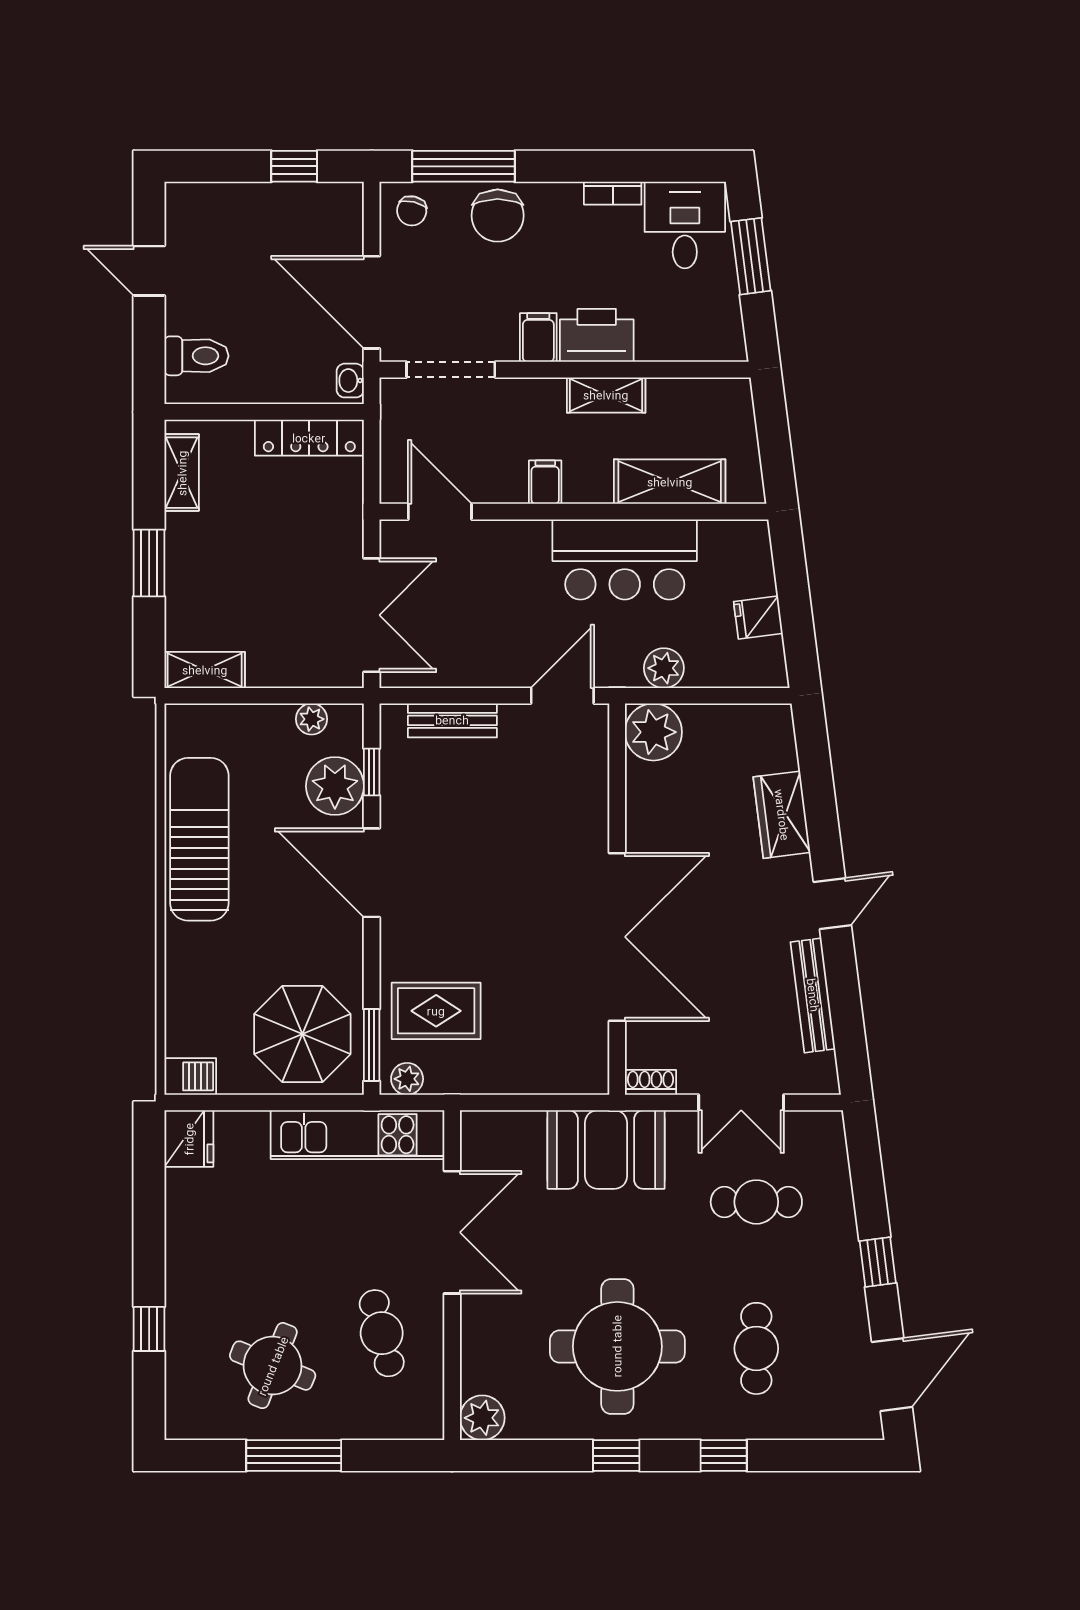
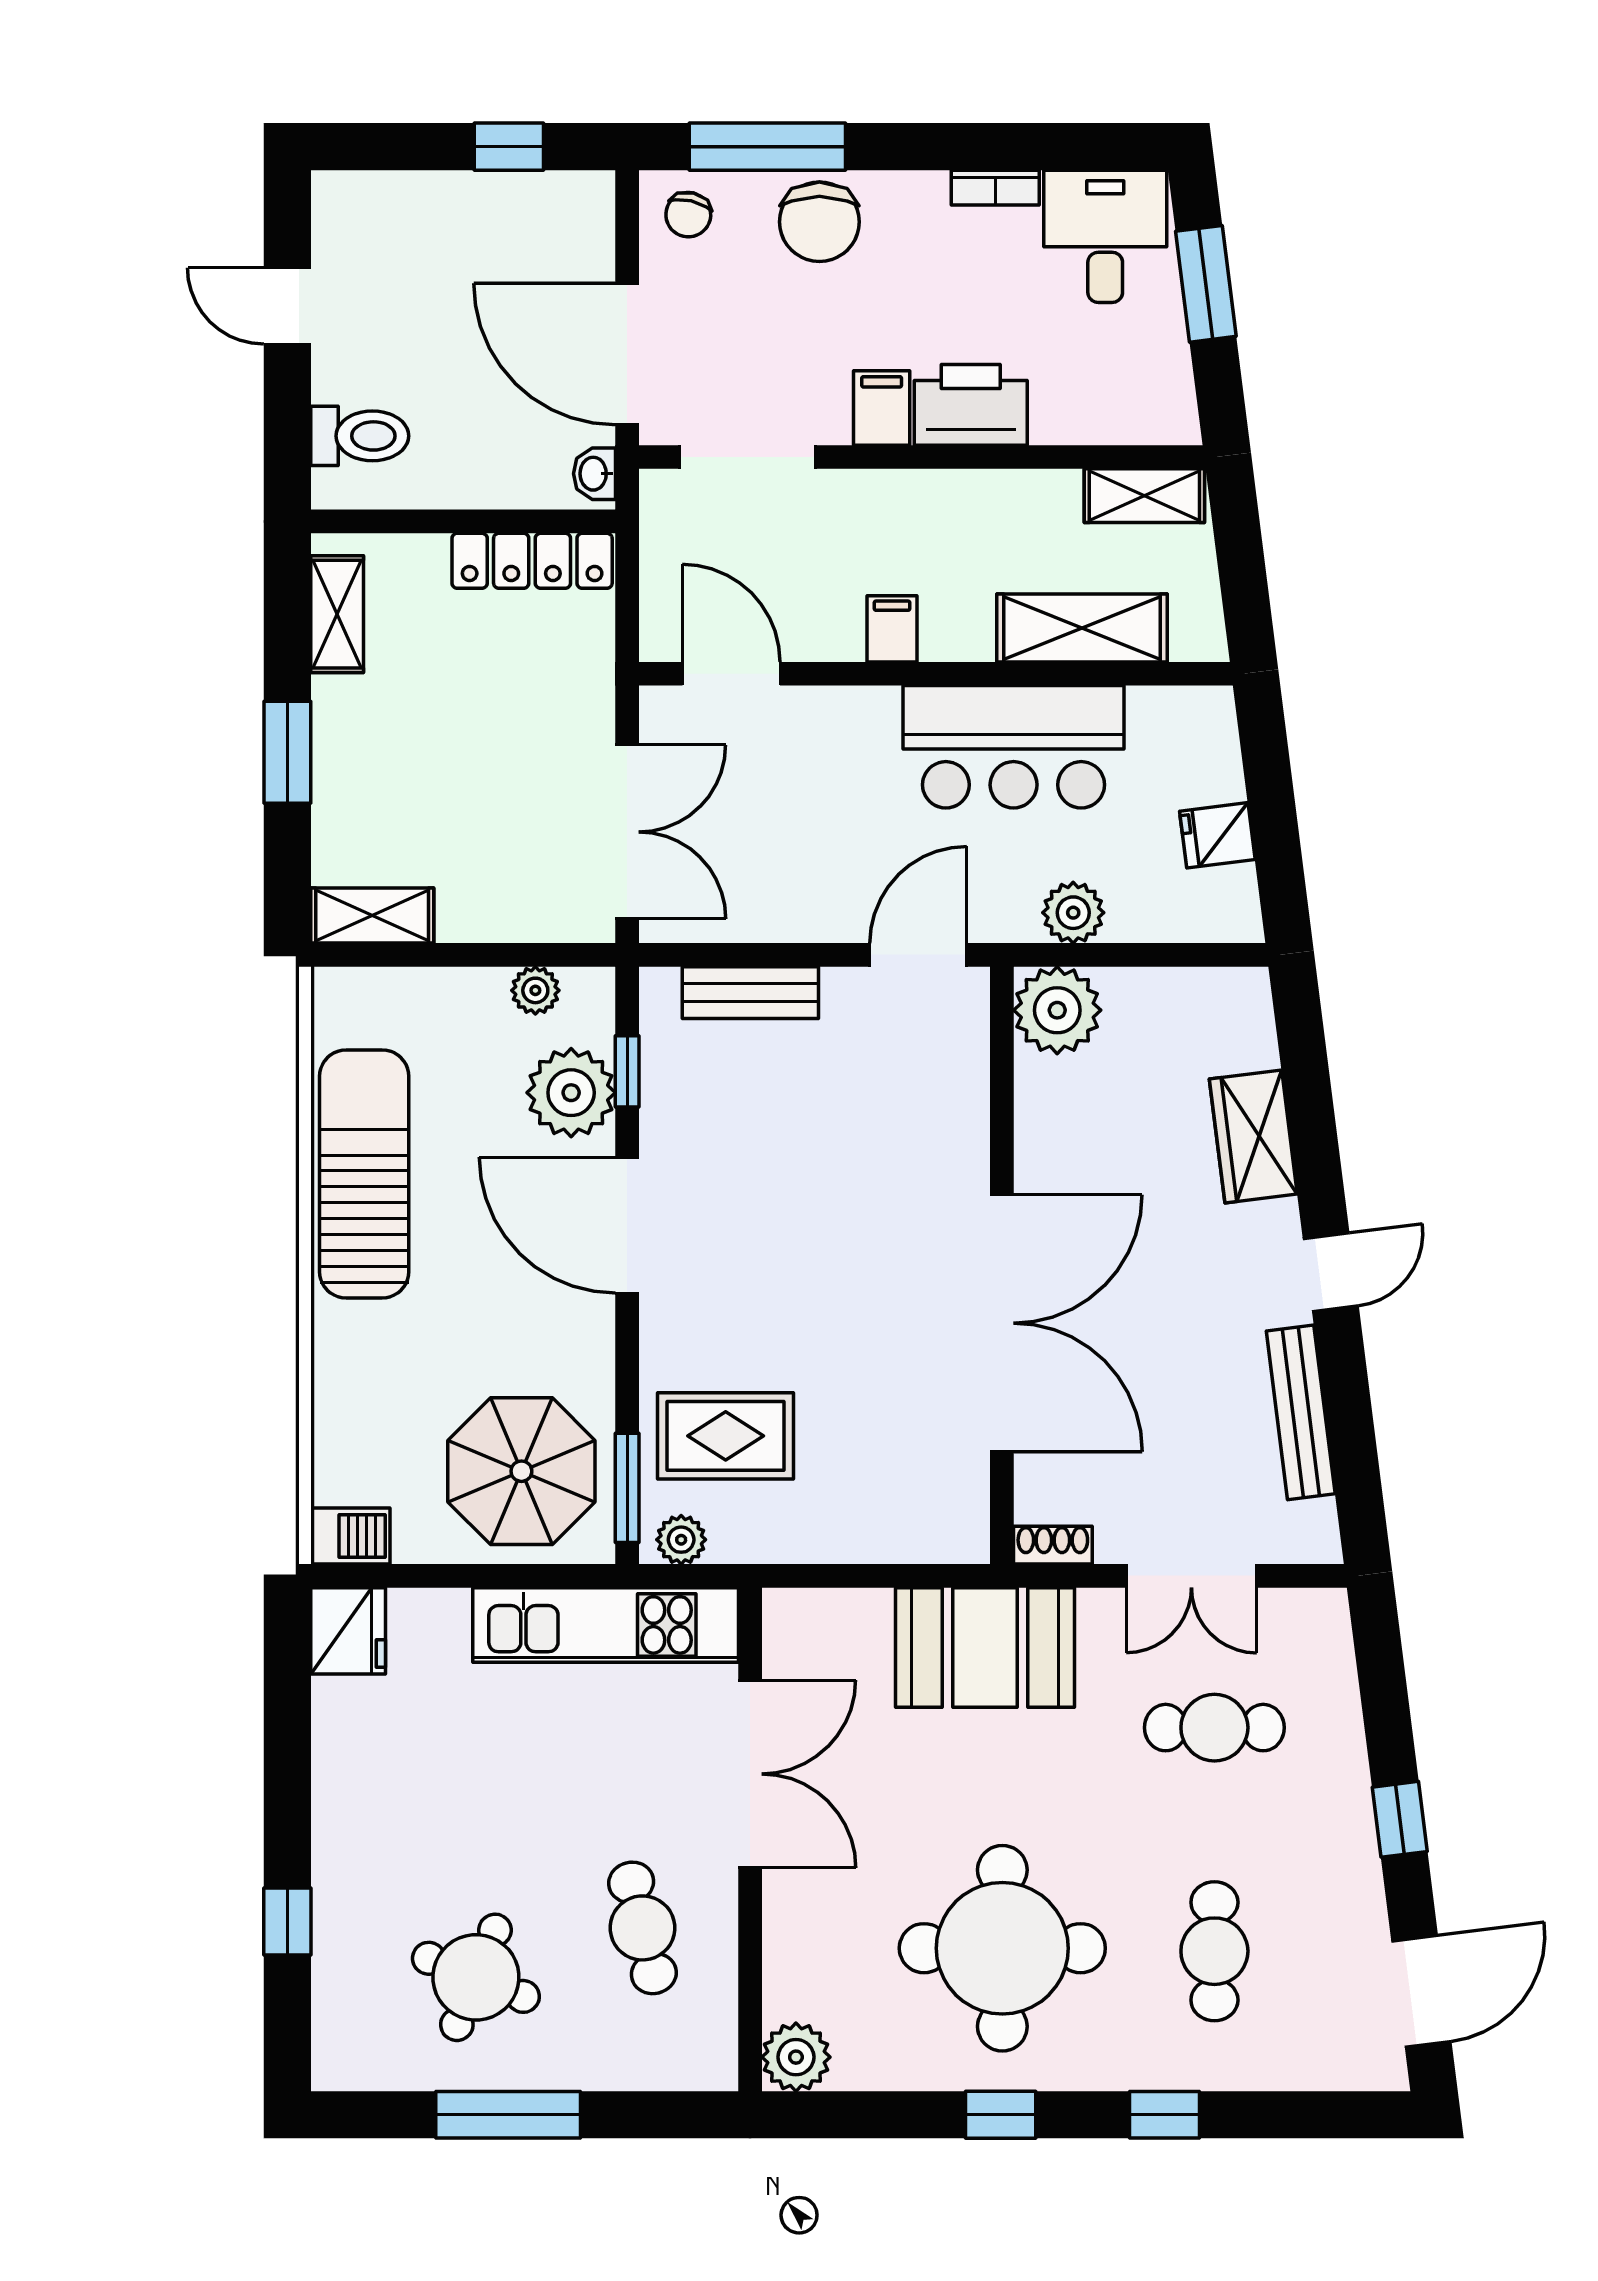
shelving: (606, 395) -> (1144, 496), moved

